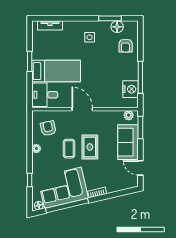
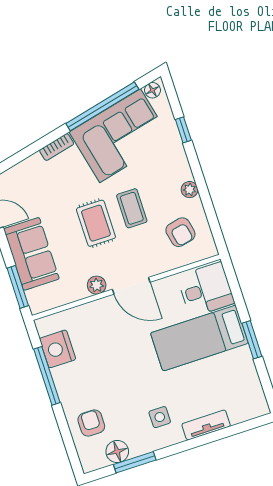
tv unit: (50, 25) -> (206, 425), moved
plant: (129, 115) -> (97, 285), moved

